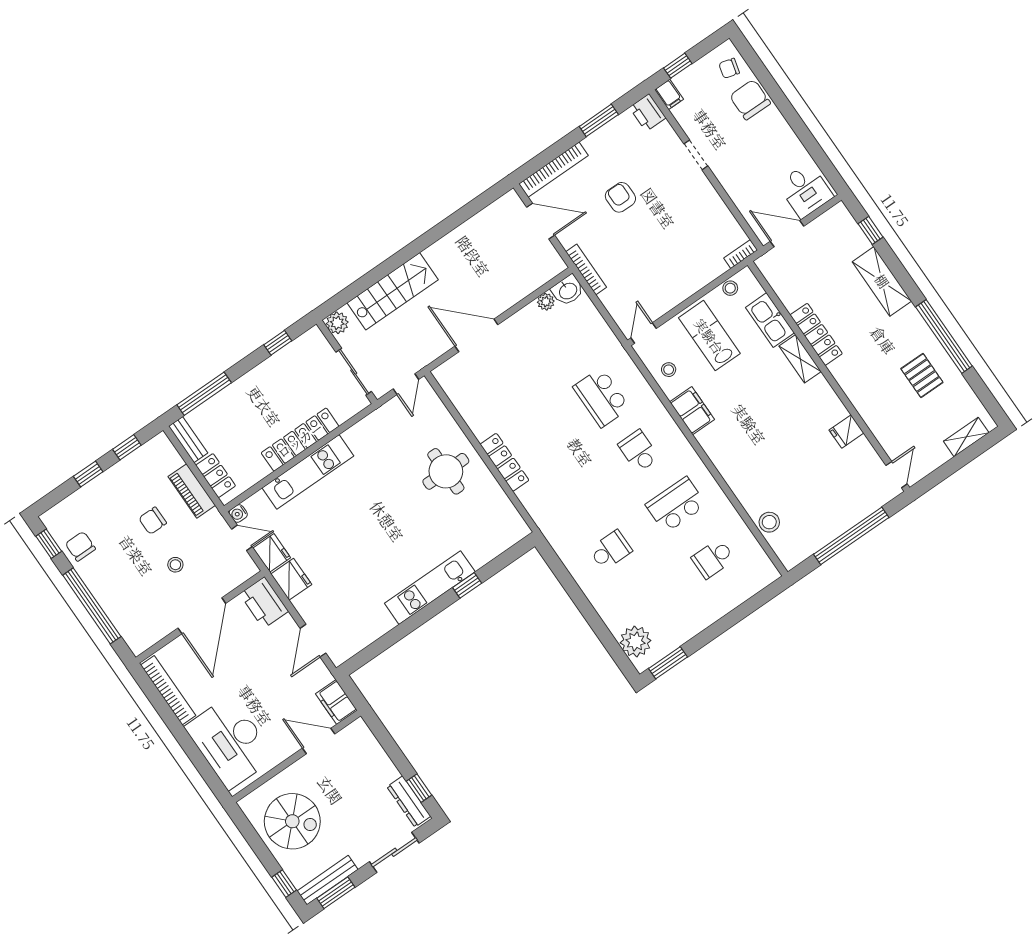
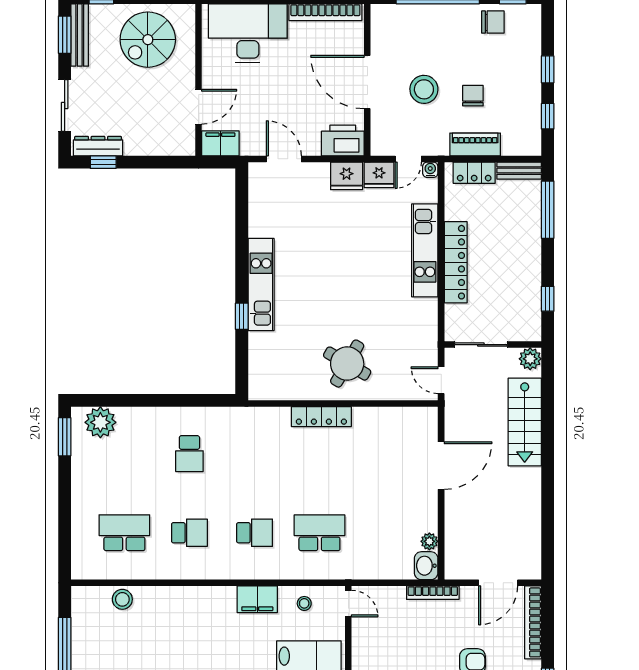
round table: (446, 471) -> (347, 364), turned 30
school desk: (676, 505) -> (189, 533), width x0.54
school desk: (713, 559) -> (124, 533), width x1.85
stool: (175, 565) -> (424, 89), width x1.89, depth x1.89

